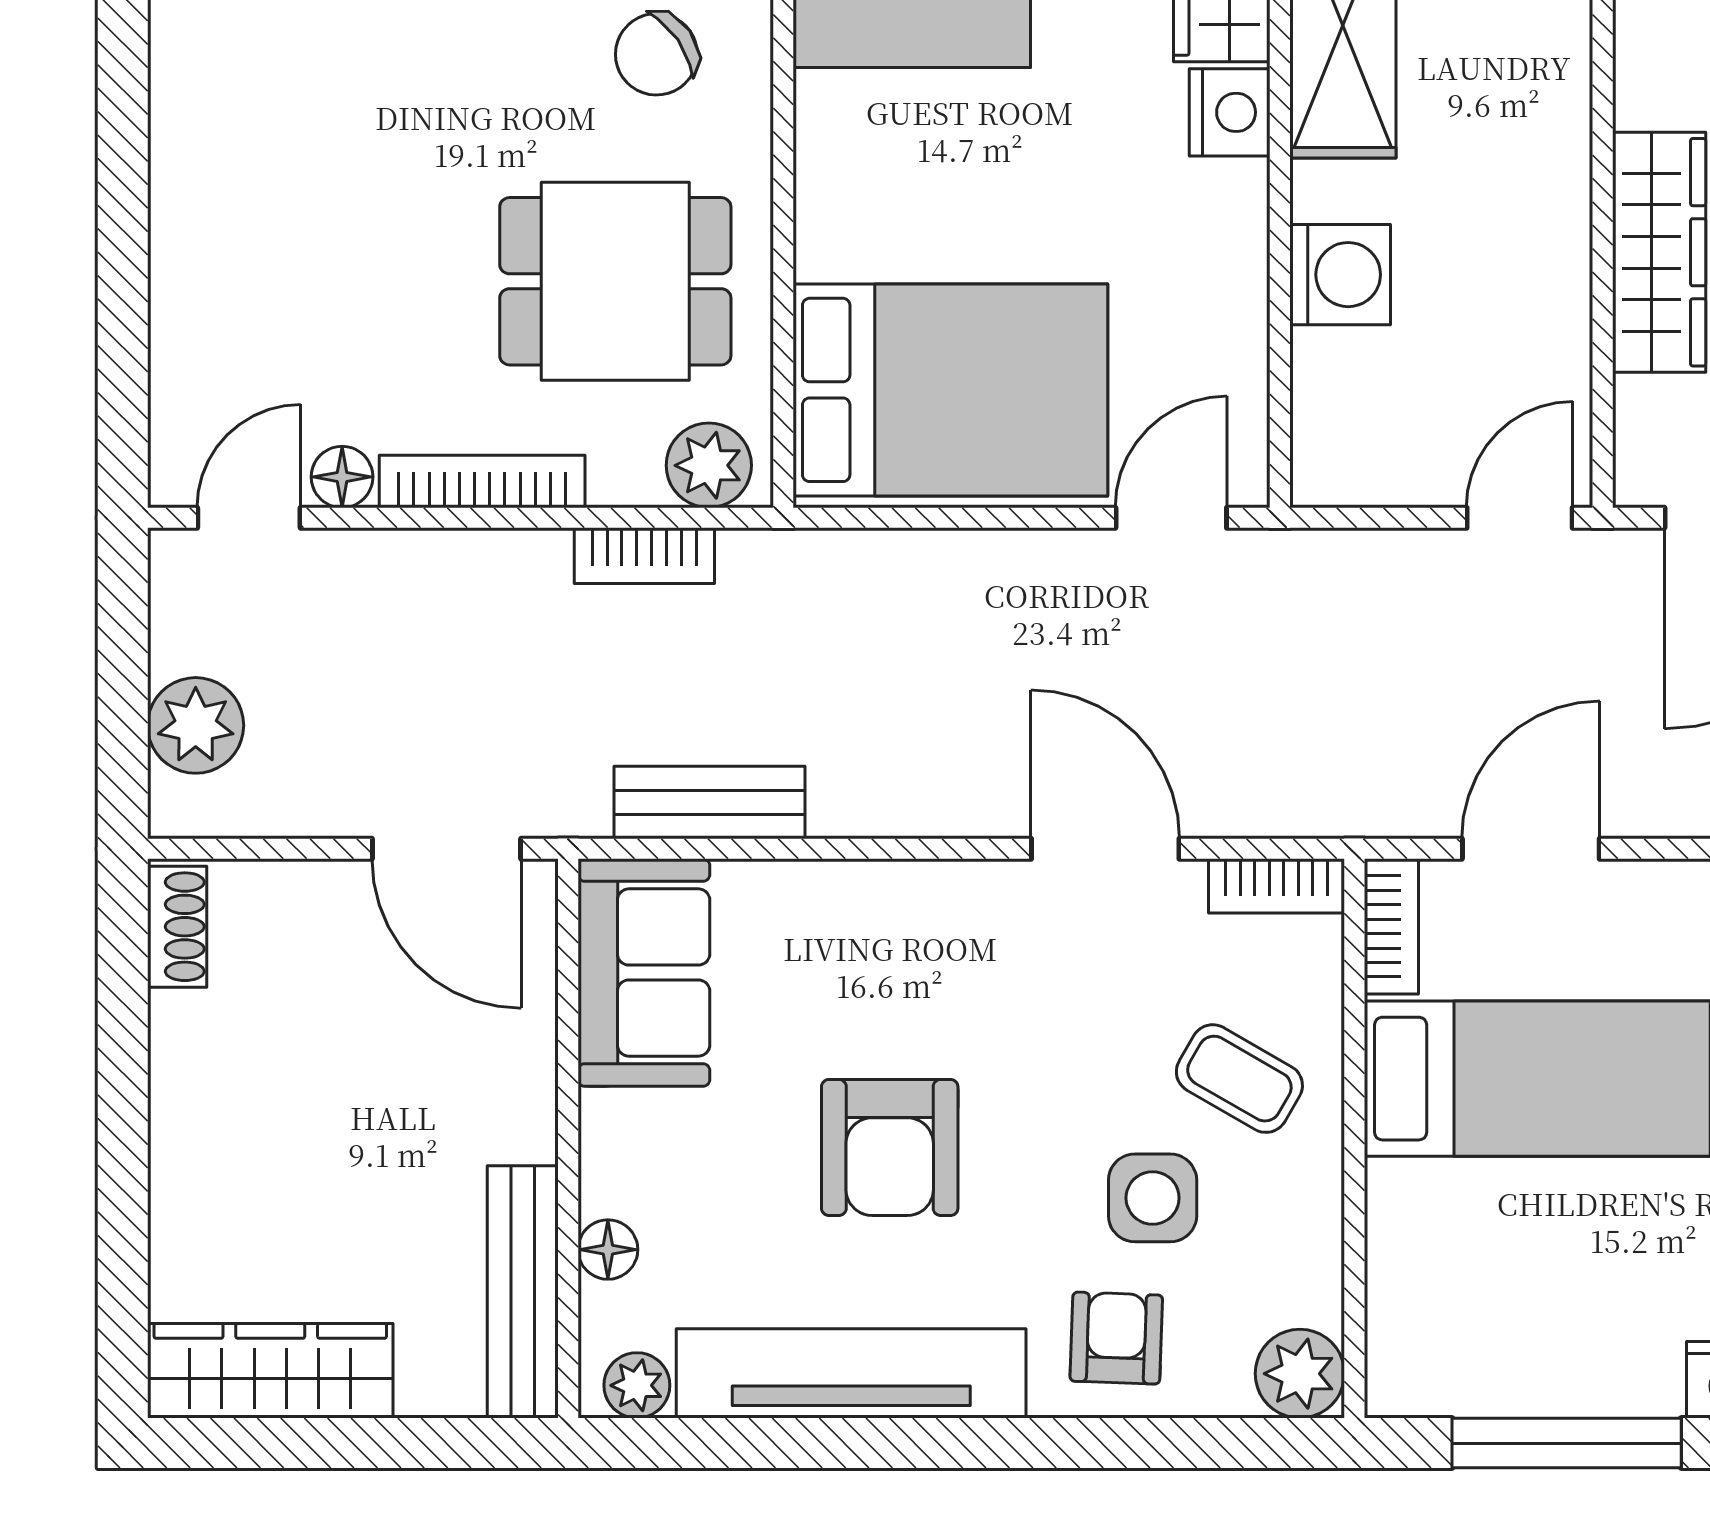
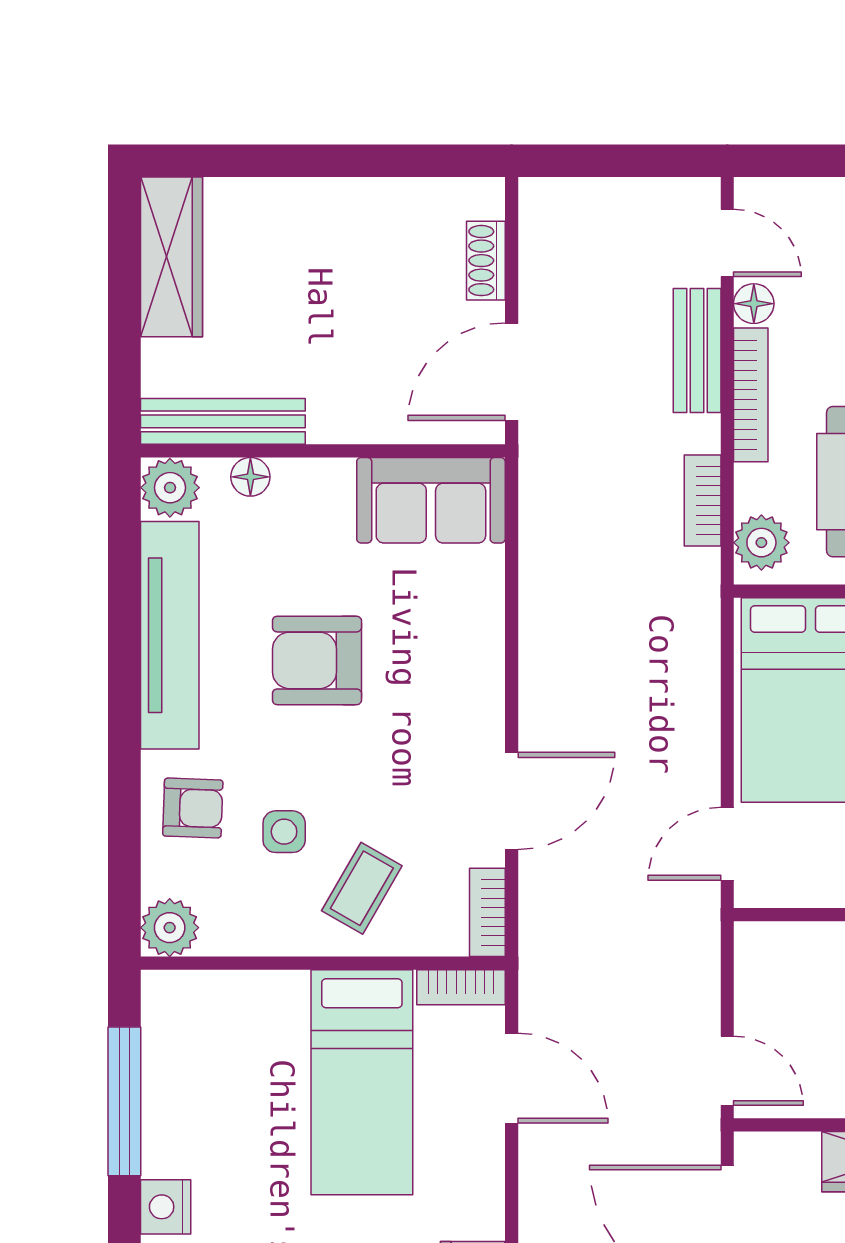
door: (1171, 518) -> (727, 844), swing flipped
plant: (196, 725) -> (592, 208), removed
bench: (709, 802) -> (697, 351), moved
shoe rack: (177, 927) -> (486, 261), moved, turned 90
side table: (1153, 1198) -> (284, 832), width x0.73, depth x0.73
plant: (637, 1385) -> (170, 488), width x1.38, depth x1.38

